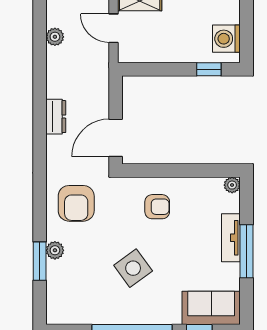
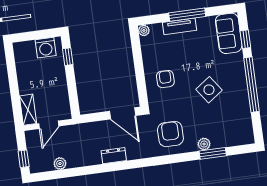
armchair: (76, 203) -> (170, 134), turned -90

